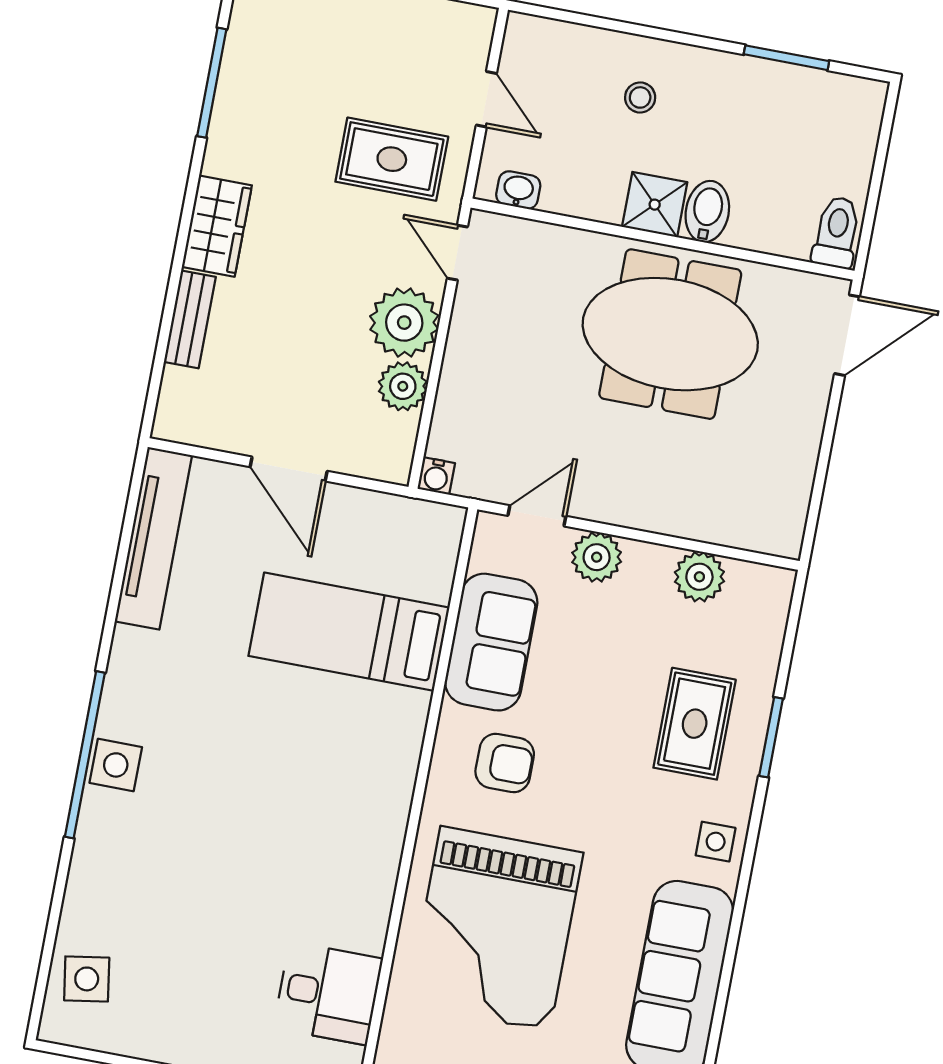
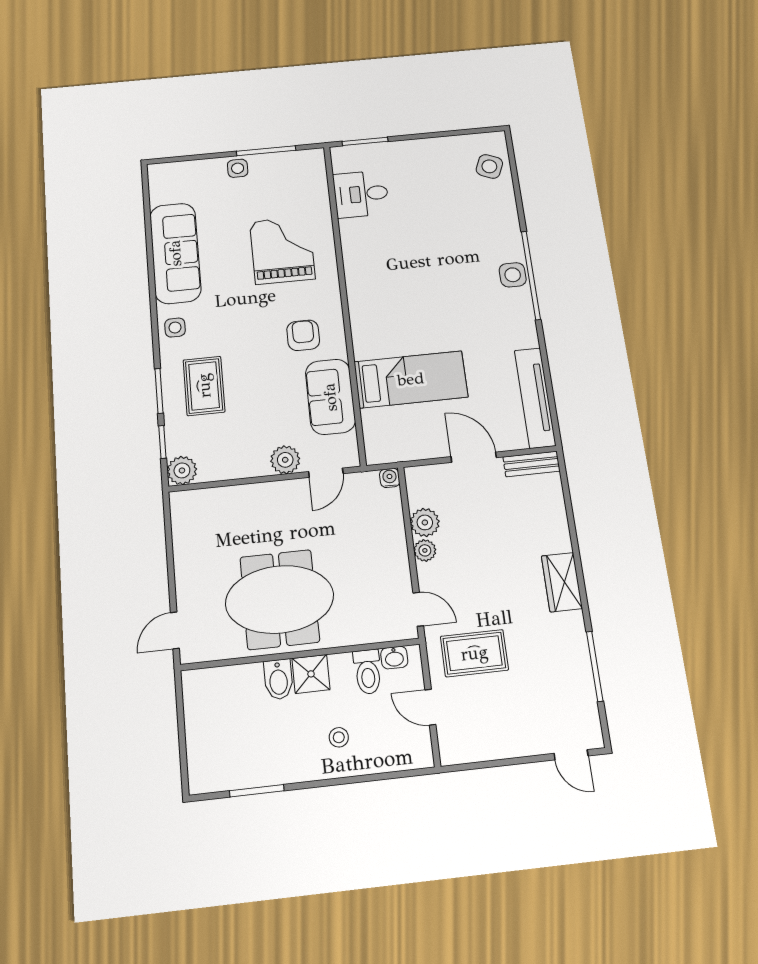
toilet: (837, 232) -> (368, 672), moved
bench: (190, 319) -> (532, 464), moved, turned 90
plant: (404, 323) -> (425, 550), width x0.53, depth x0.53
door: (847, 335) -> (175, 630), width x0.73
plant: (699, 577) -> (182, 470), moved
window: (788, 648) -> (162, 442), added
armchair: (505, 763) -> (303, 335), turned 90
grand piano: (495, 929) -> (282, 250), width x0.73, depth x0.68
side table: (87, 979) -> (489, 166), turned 32

